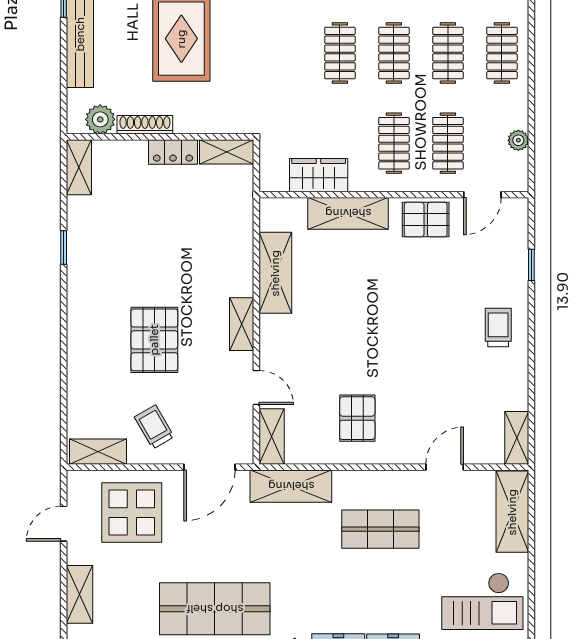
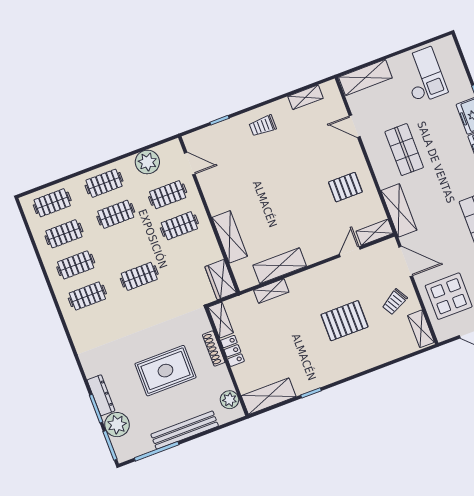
clothes rail: (394, 53) -> (128, 245), removed
shoe rack: (145, 125) -> (214, 349), moved
plant: (518, 140) -> (147, 162), width x1.87, depth x1.87
shelving: (79, 167) -> (269, 396), width x1.50, depth x1.33
wardrobe: (319, 175) -> (221, 280), moved
pallet: (426, 220) -> (216, 191), removed
shelving: (242, 324) -> (271, 291), moved
shelving: (517, 438) -> (305, 97), moved

